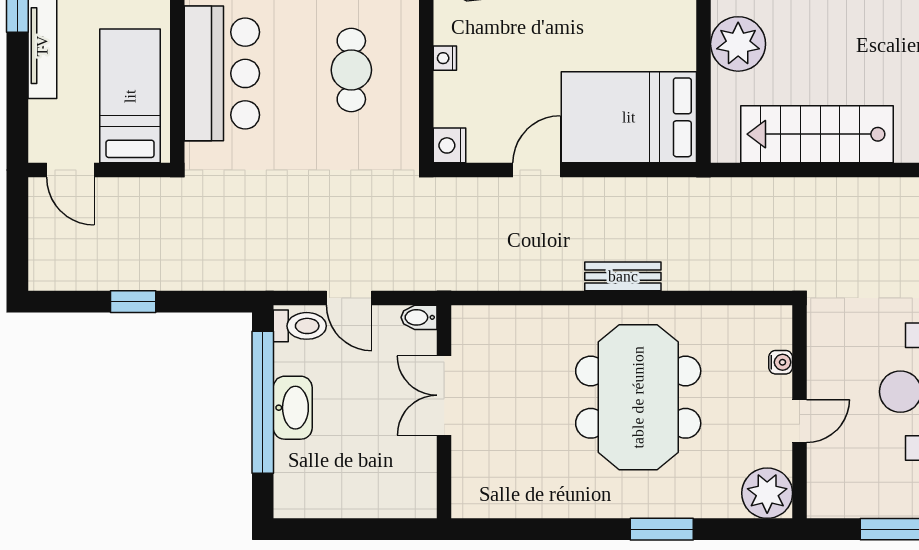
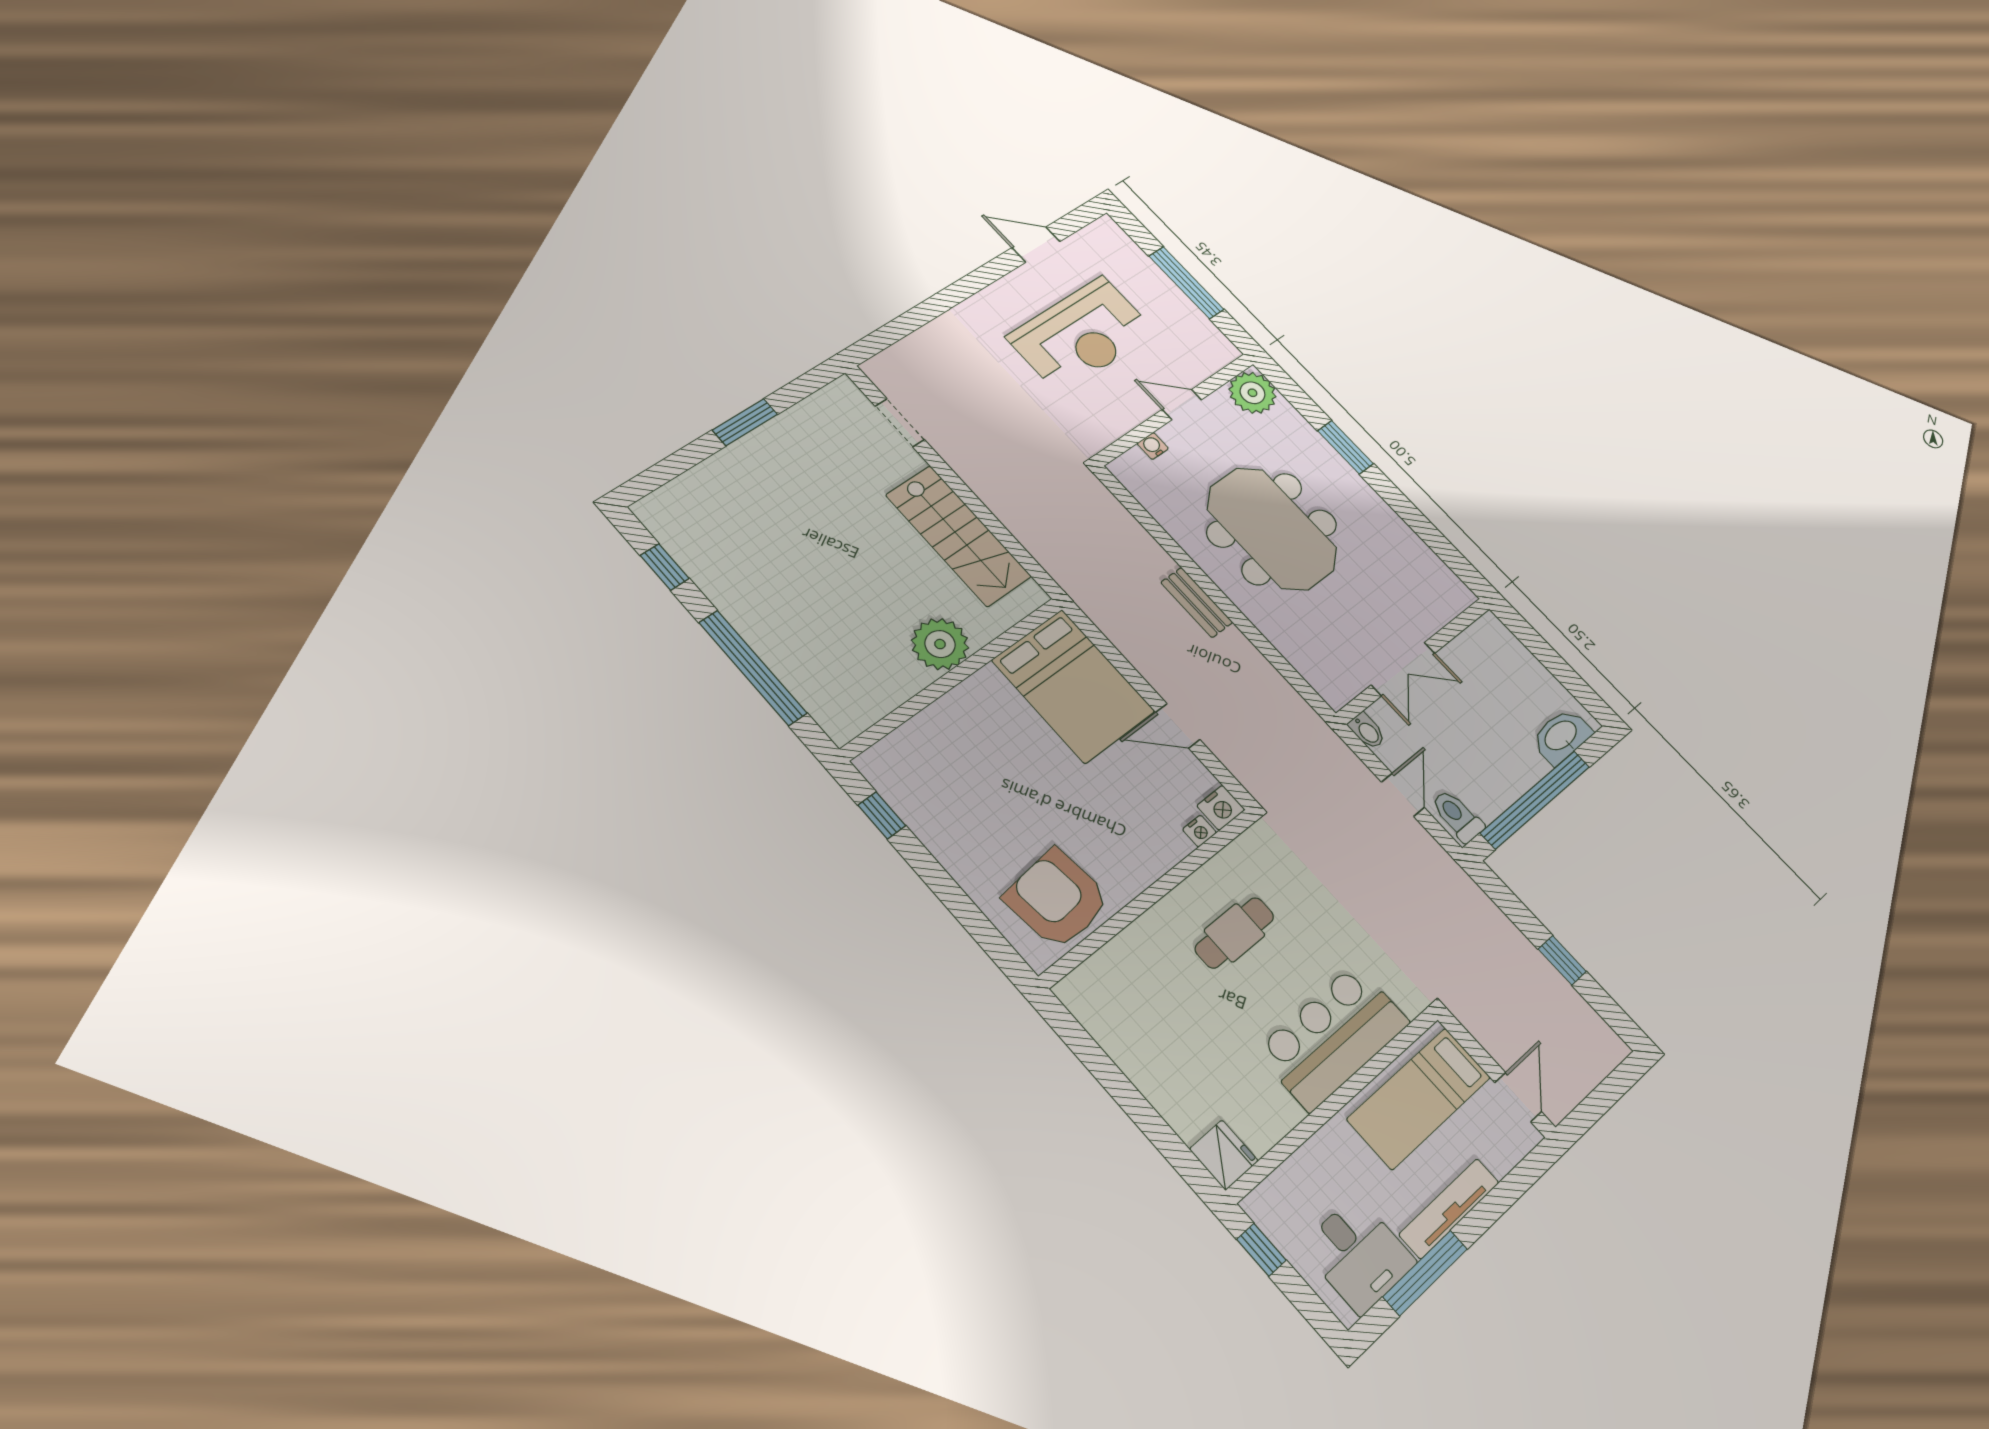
nightstand: (445, 58) -> (1199, 831), moved
meeting table: (638, 397) -> (1272, 529), turned 90
washbasin: (293, 408) -> (1561, 736), moved

